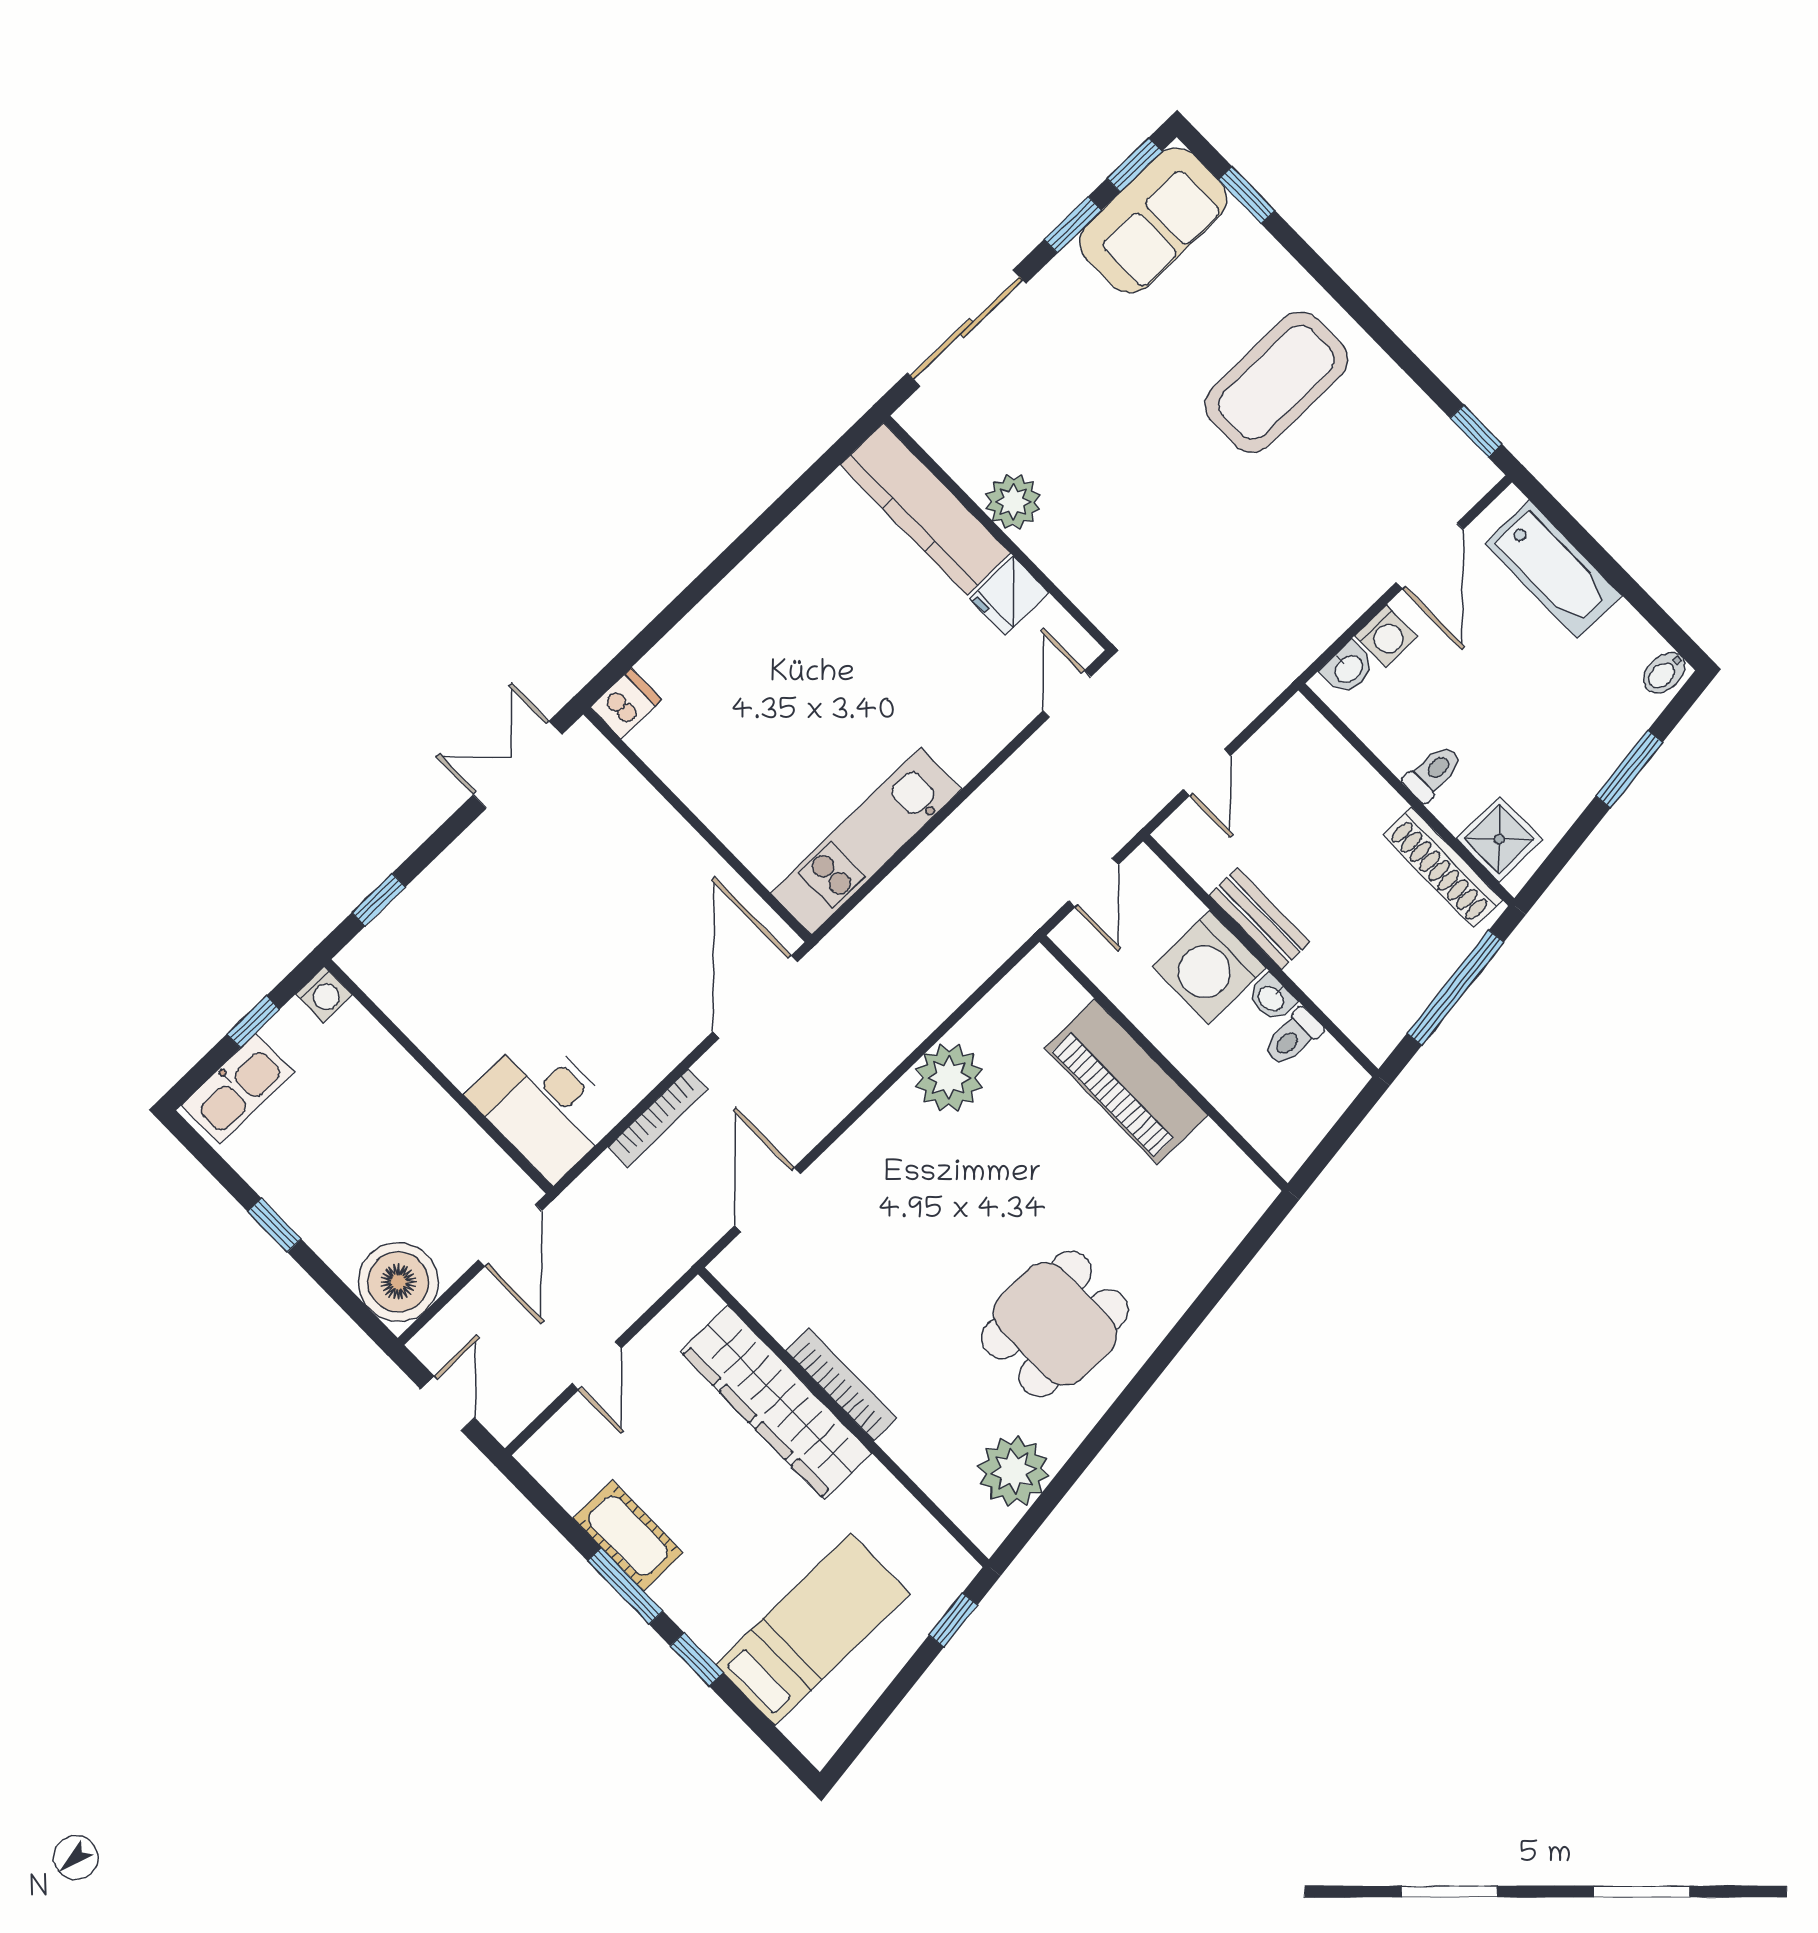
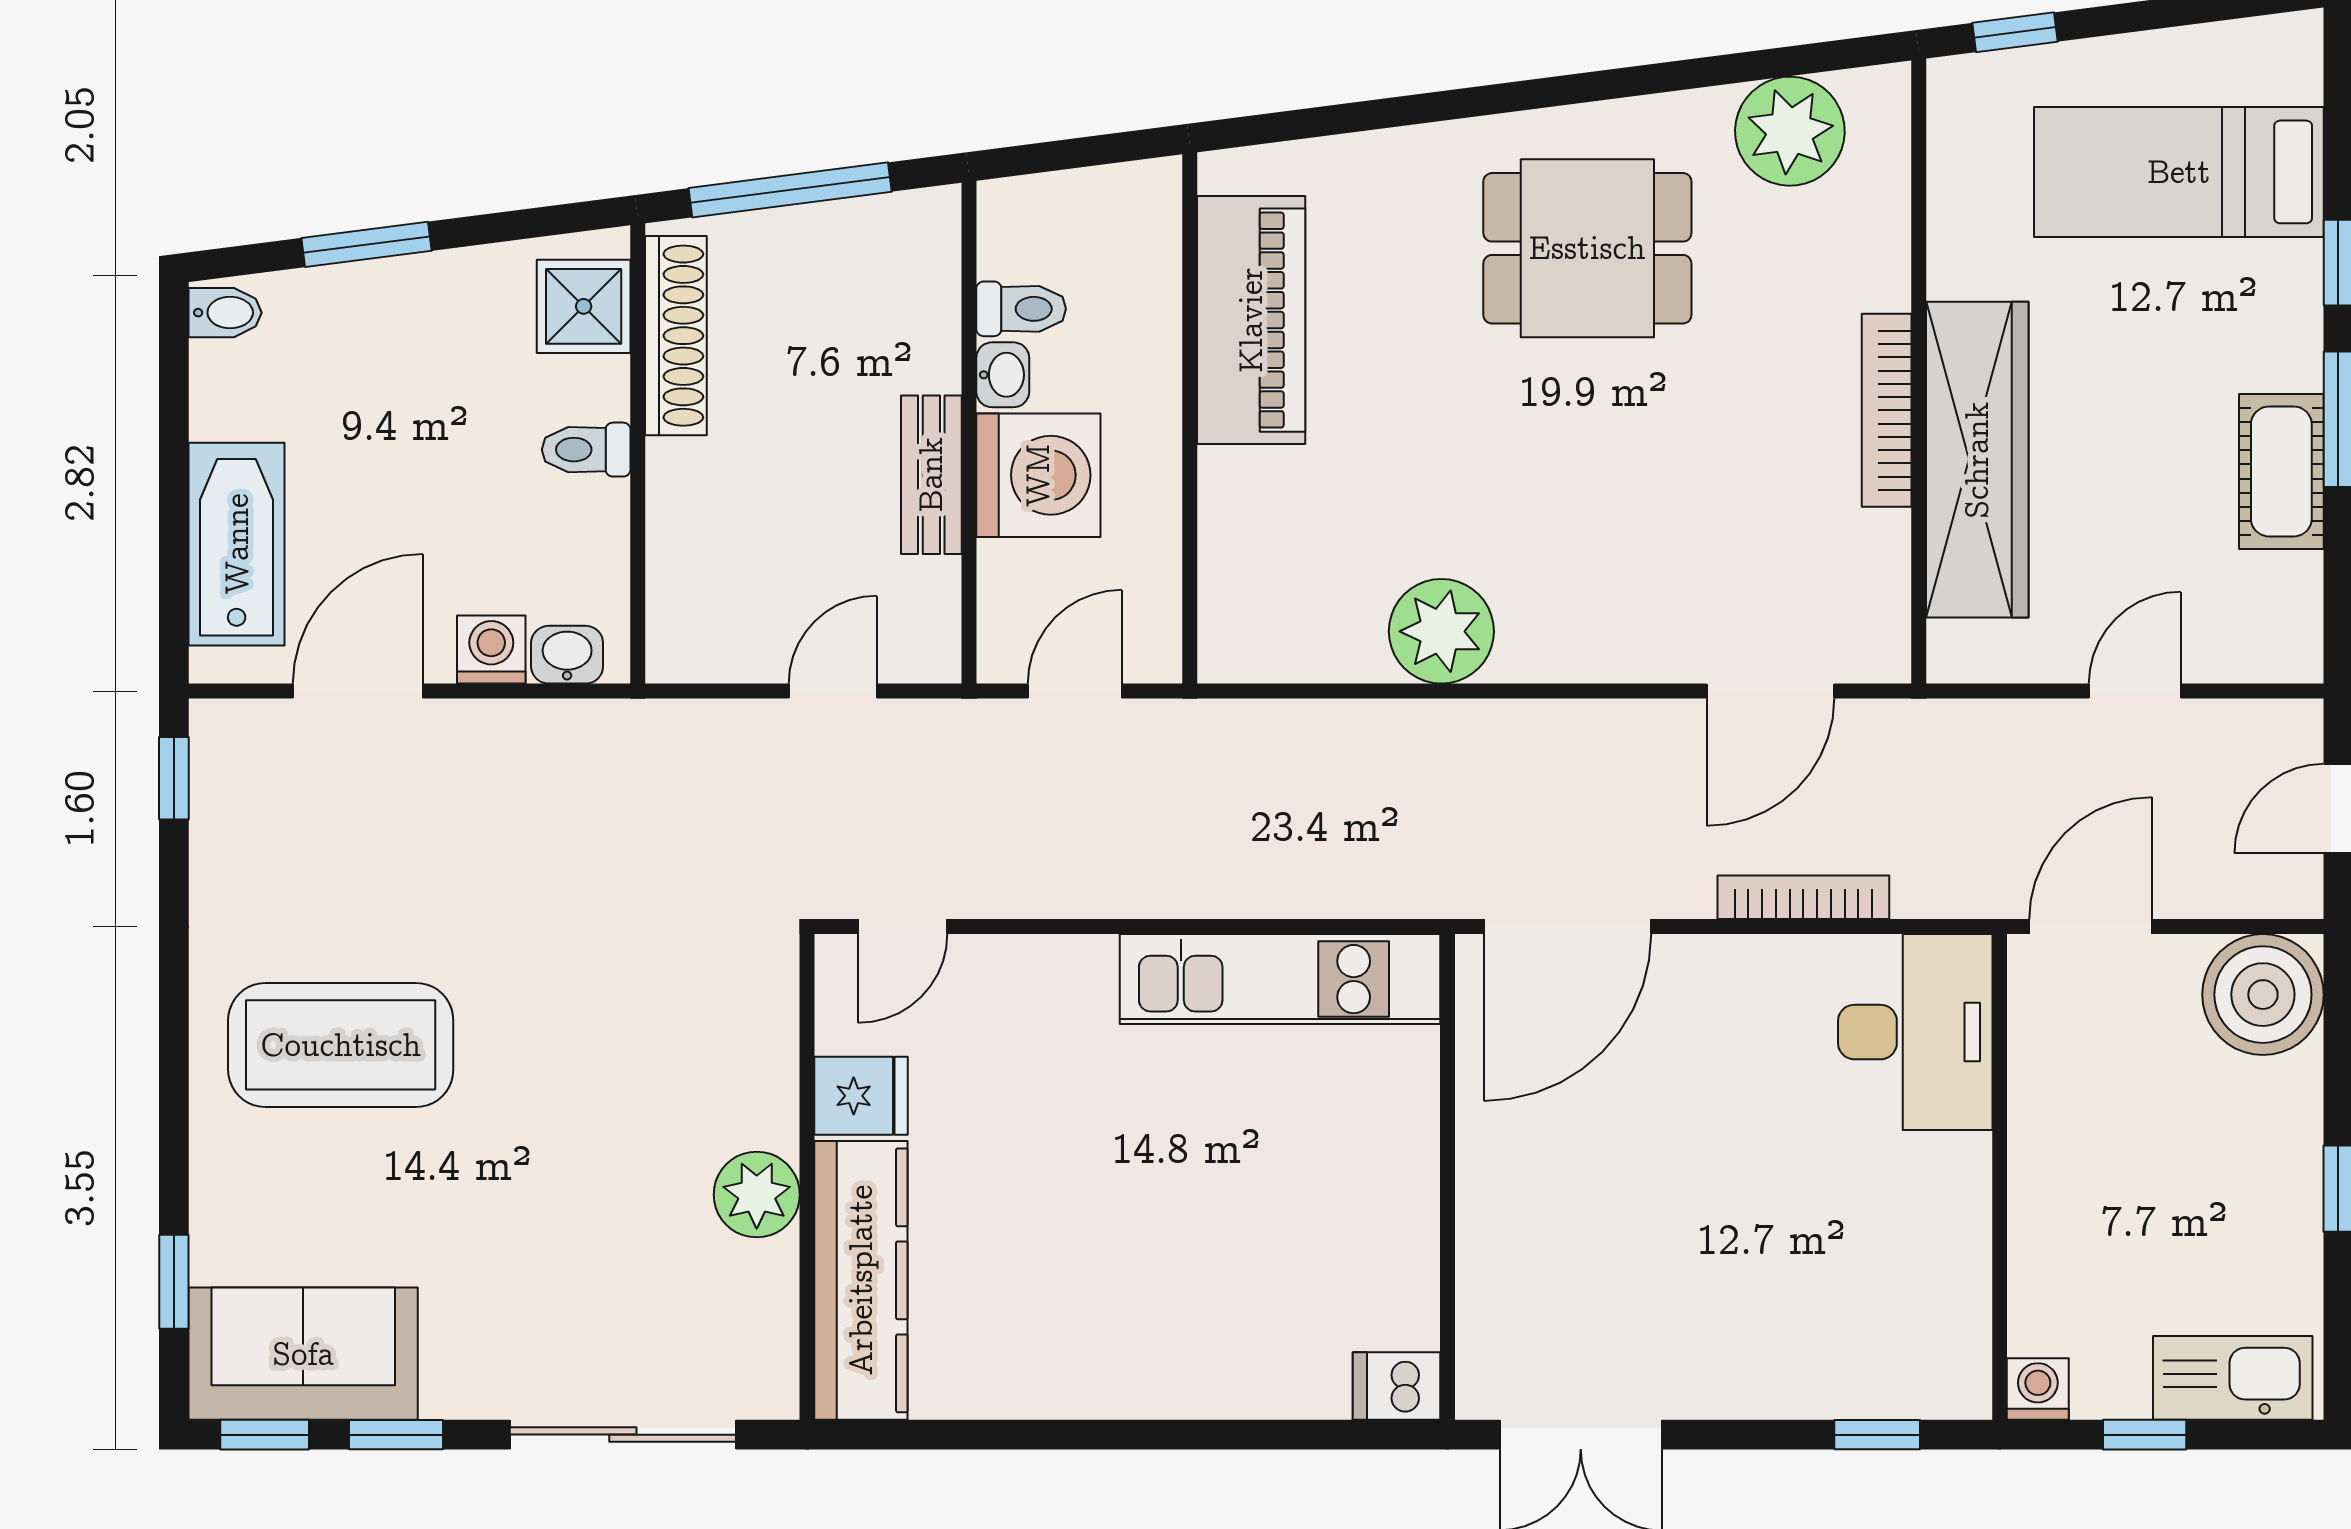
piano: (1126, 1082) -> (1251, 320), moved

